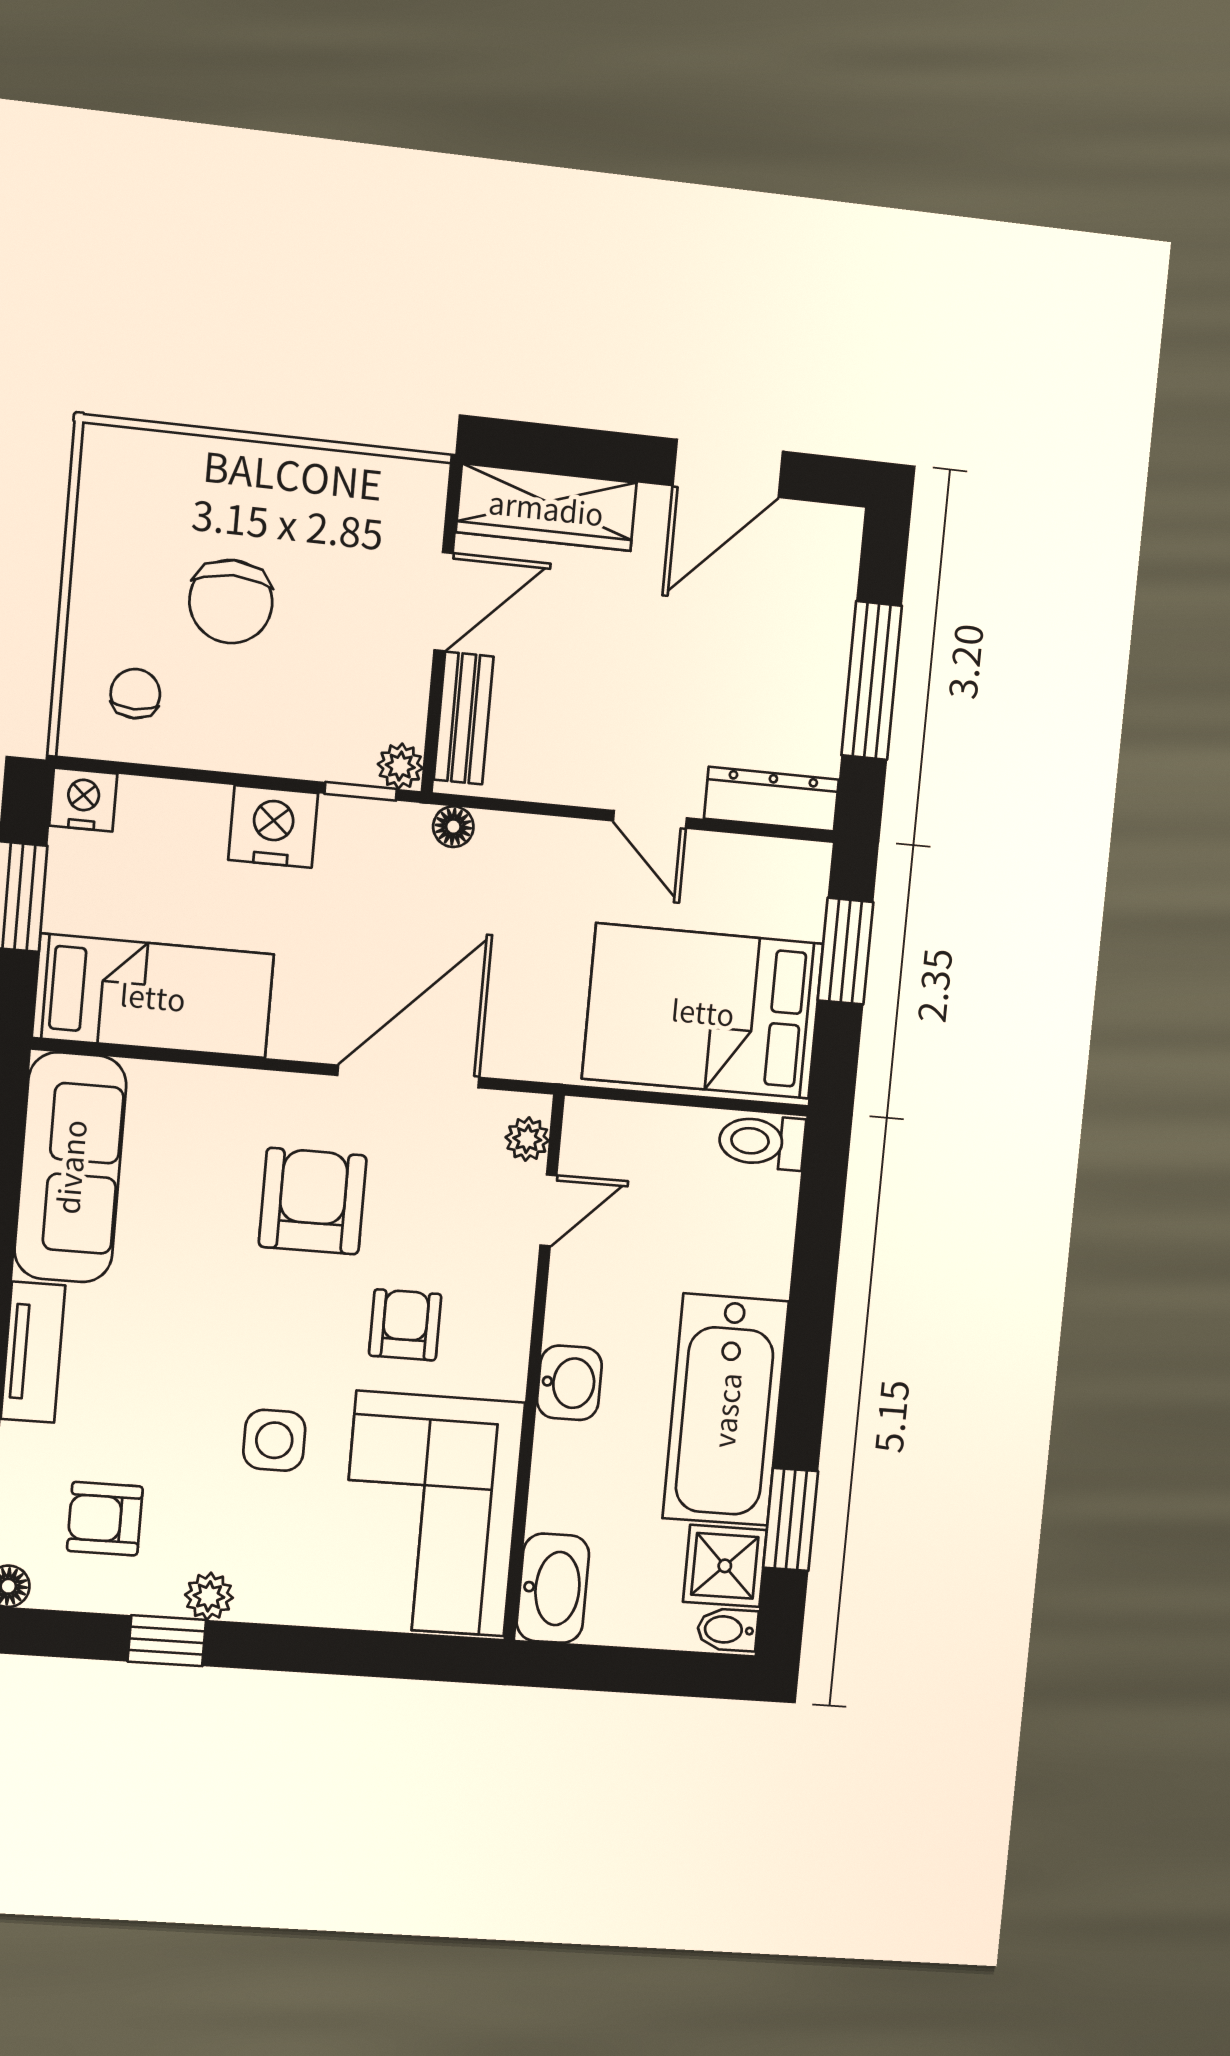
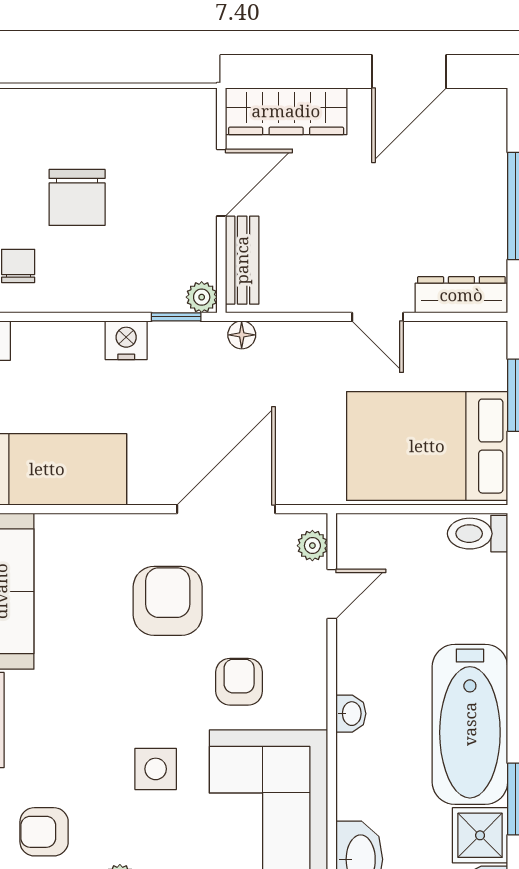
nightstand: (273, 827) -> (126, 340), width x0.74, depth x0.75
washbasin: (569, 1383) -> (351, 714), width x0.72, depth x0.69

